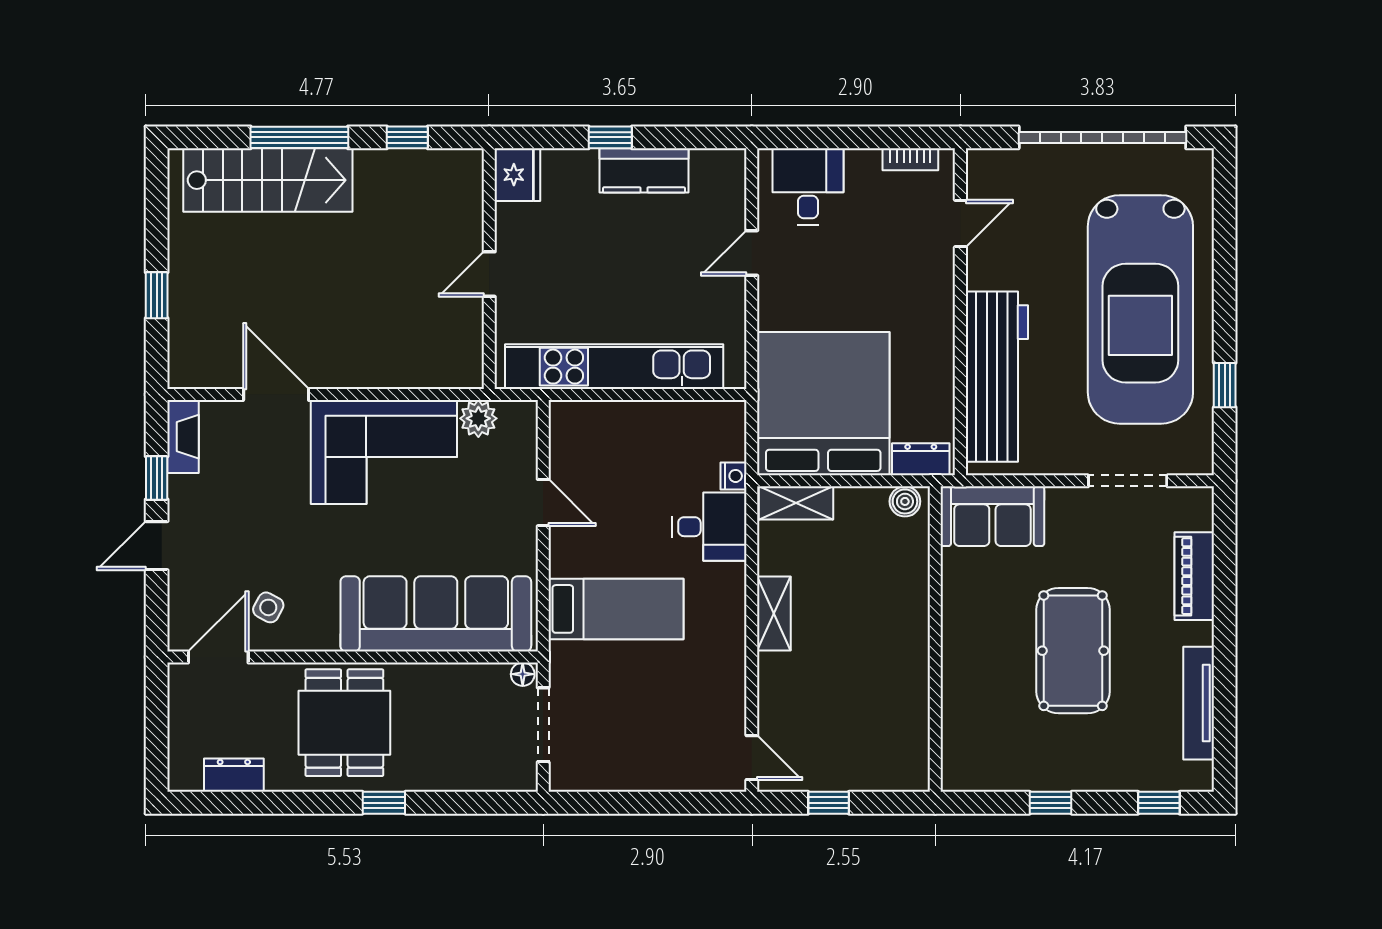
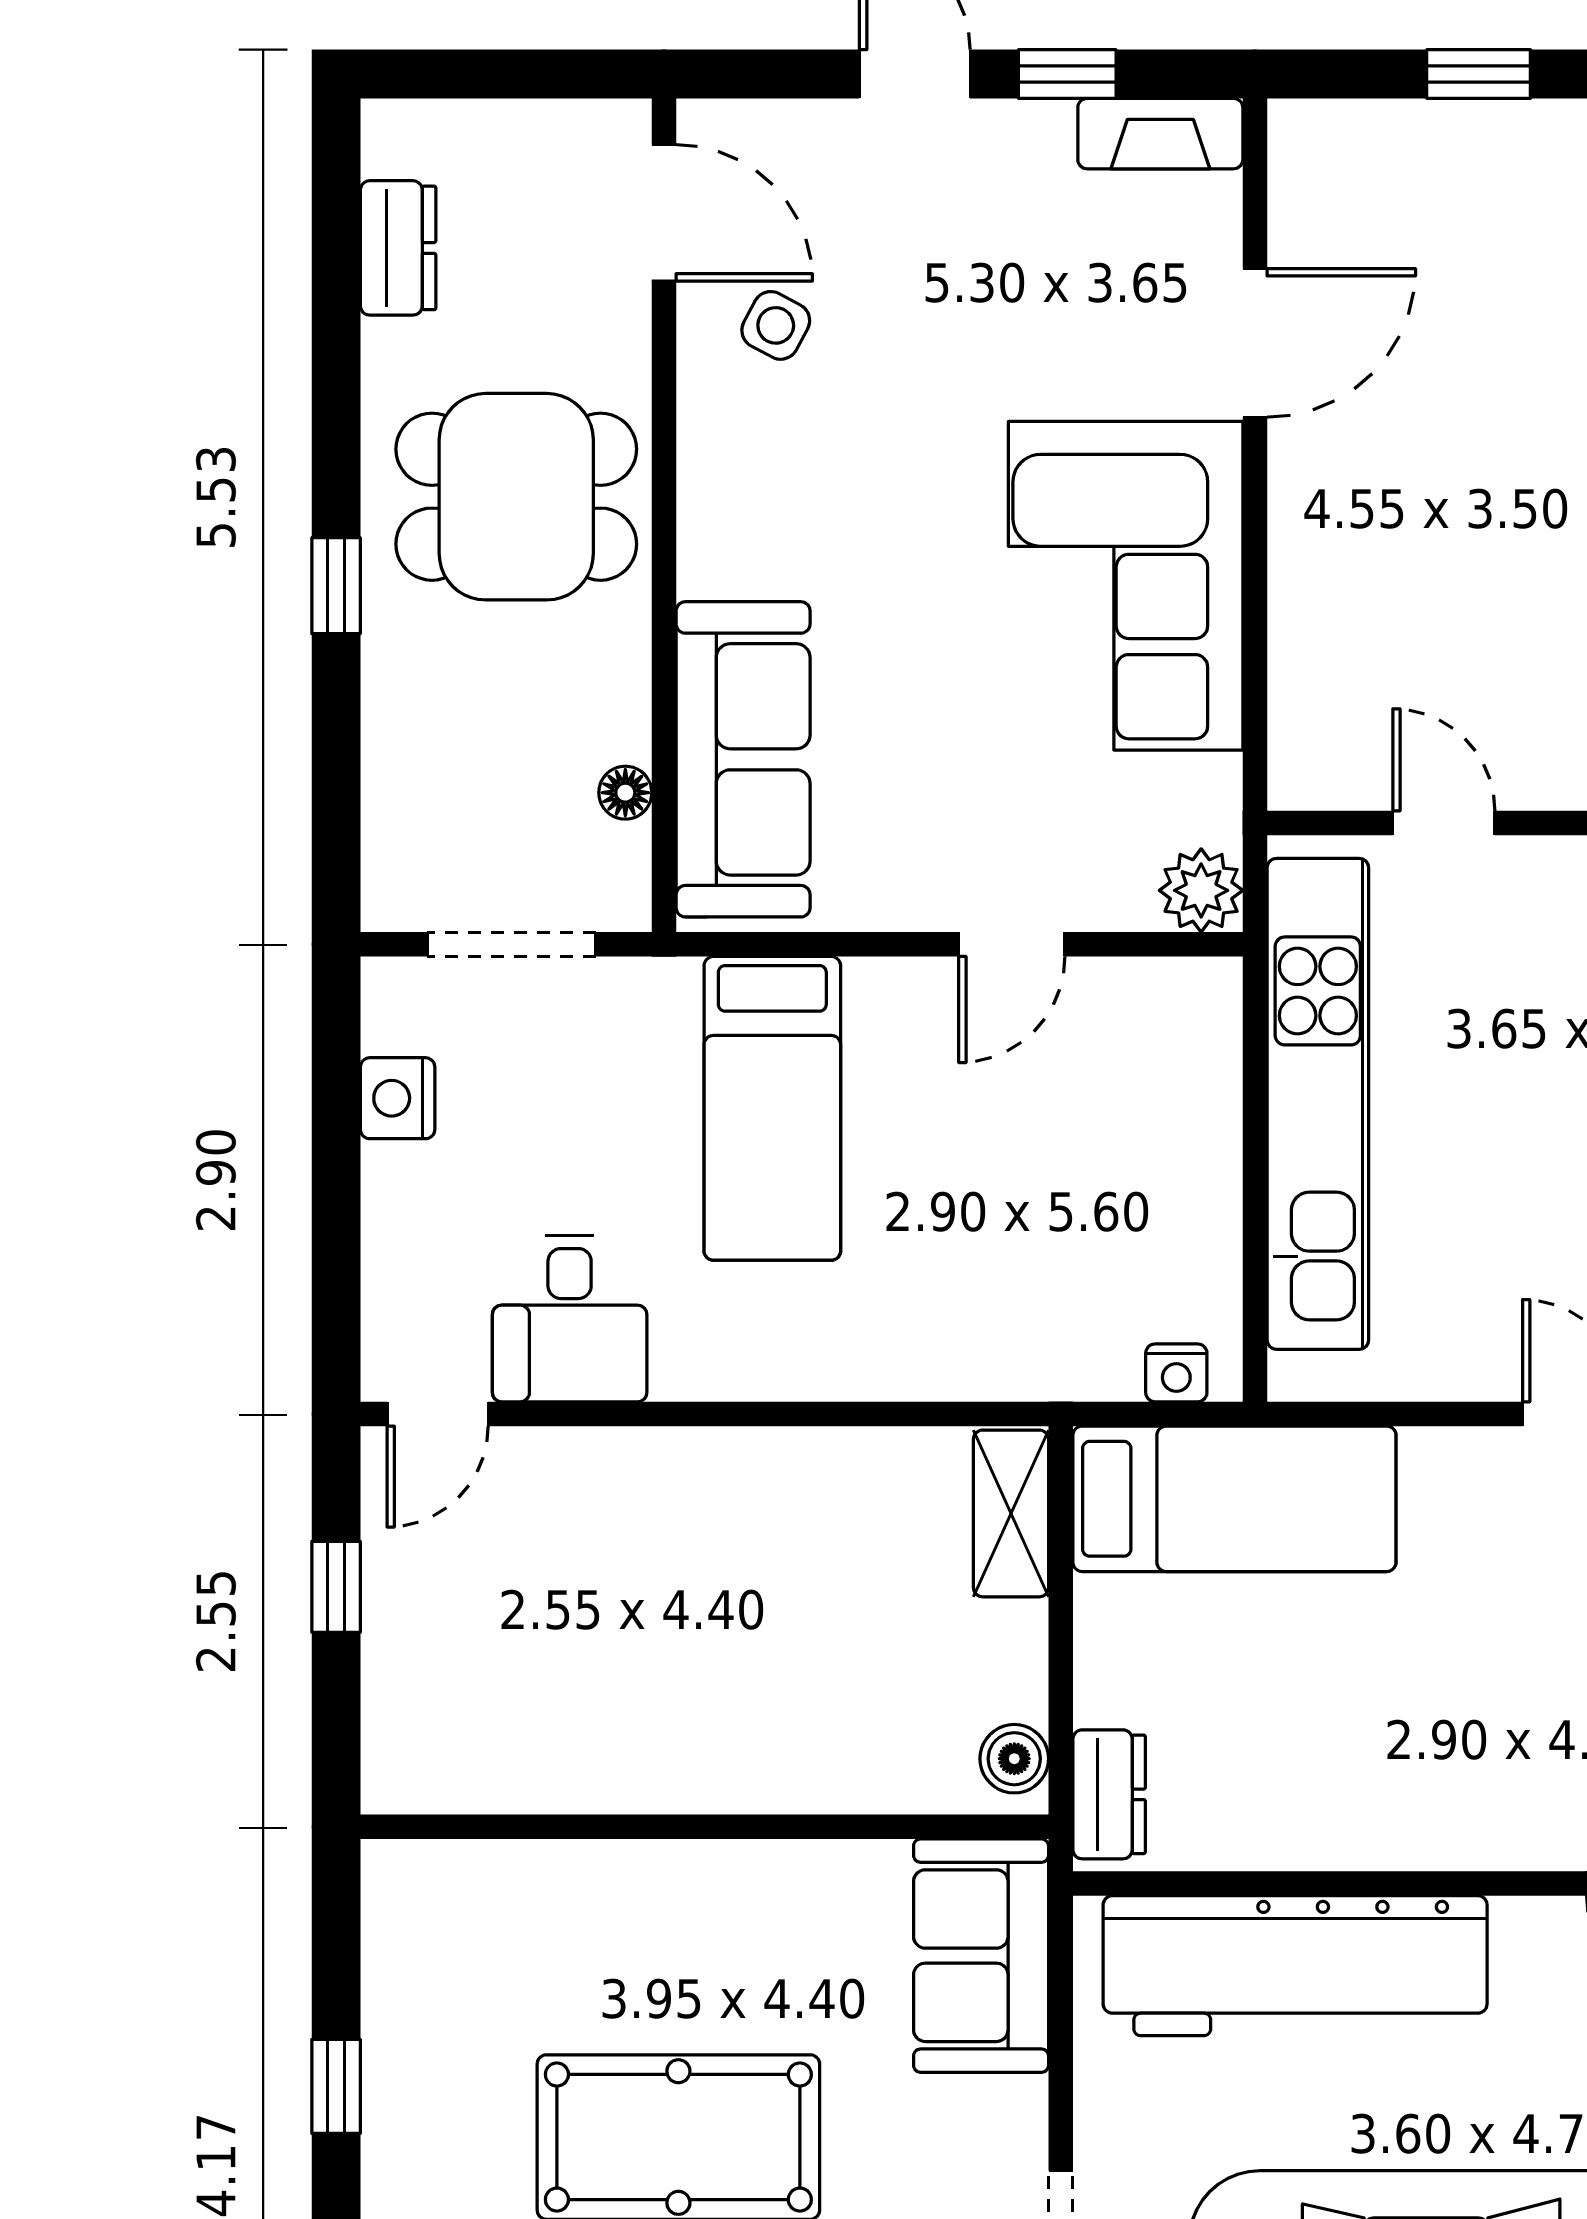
door: (489, 274) -> (1444, 823), moved
bed: (823, 404) -> (1234, 1499), width x0.49
plant: (478, 418) -> (1201, 890), moved
nightstand: (734, 476) -> (1176, 1373), moved
desk: (709, 527) -> (570, 1319), moved
shelving: (774, 613) -> (762, 1464), removed
sofa: (436, 614) -> (743, 759), width x0.74, depth x0.79
floor lamp: (523, 674) -> (625, 793), moved
nightstand: (612, 775) -> (398, 1098), added

